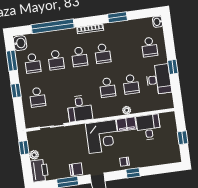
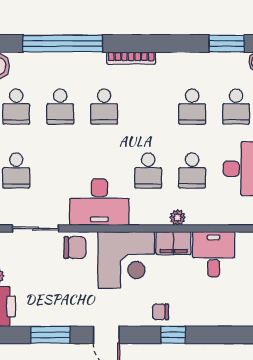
window: (117, 17) -> (227, 44), moved
school desk: (103, 53) -> (192, 107), moved
desk: (80, 108) -> (99, 202), width x1.37
chair: (76, 169) -> (75, 248), moved

